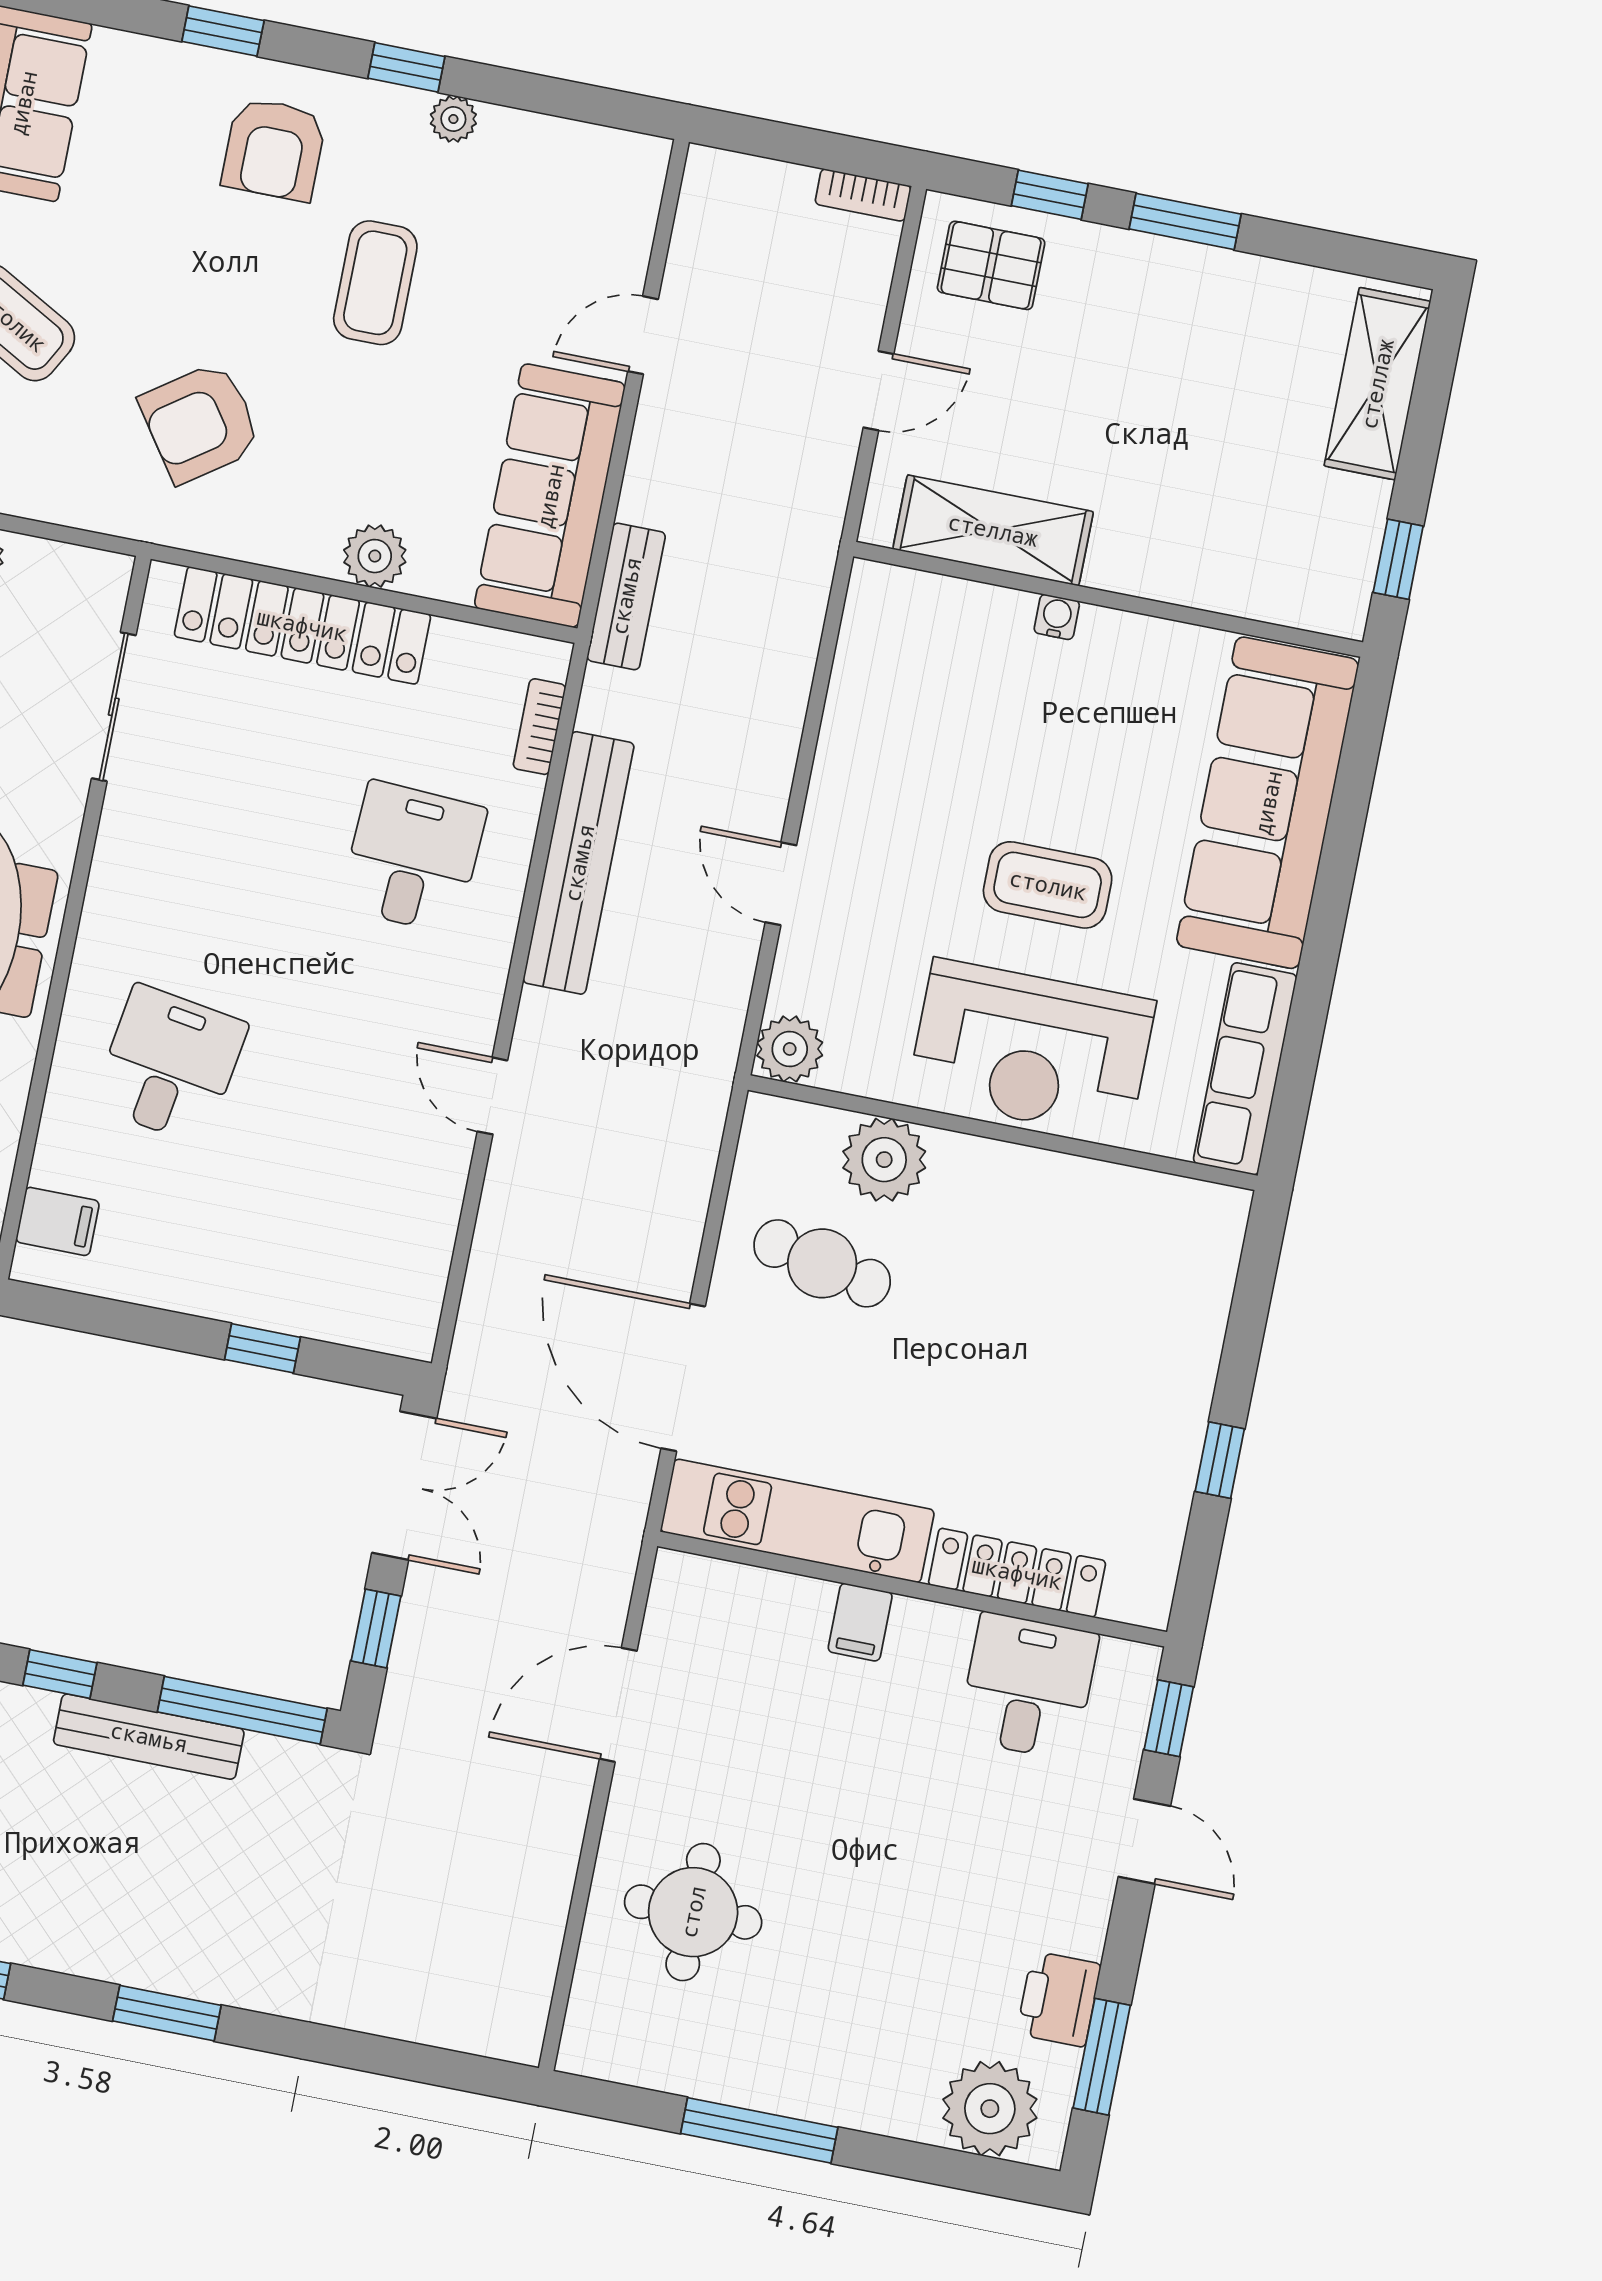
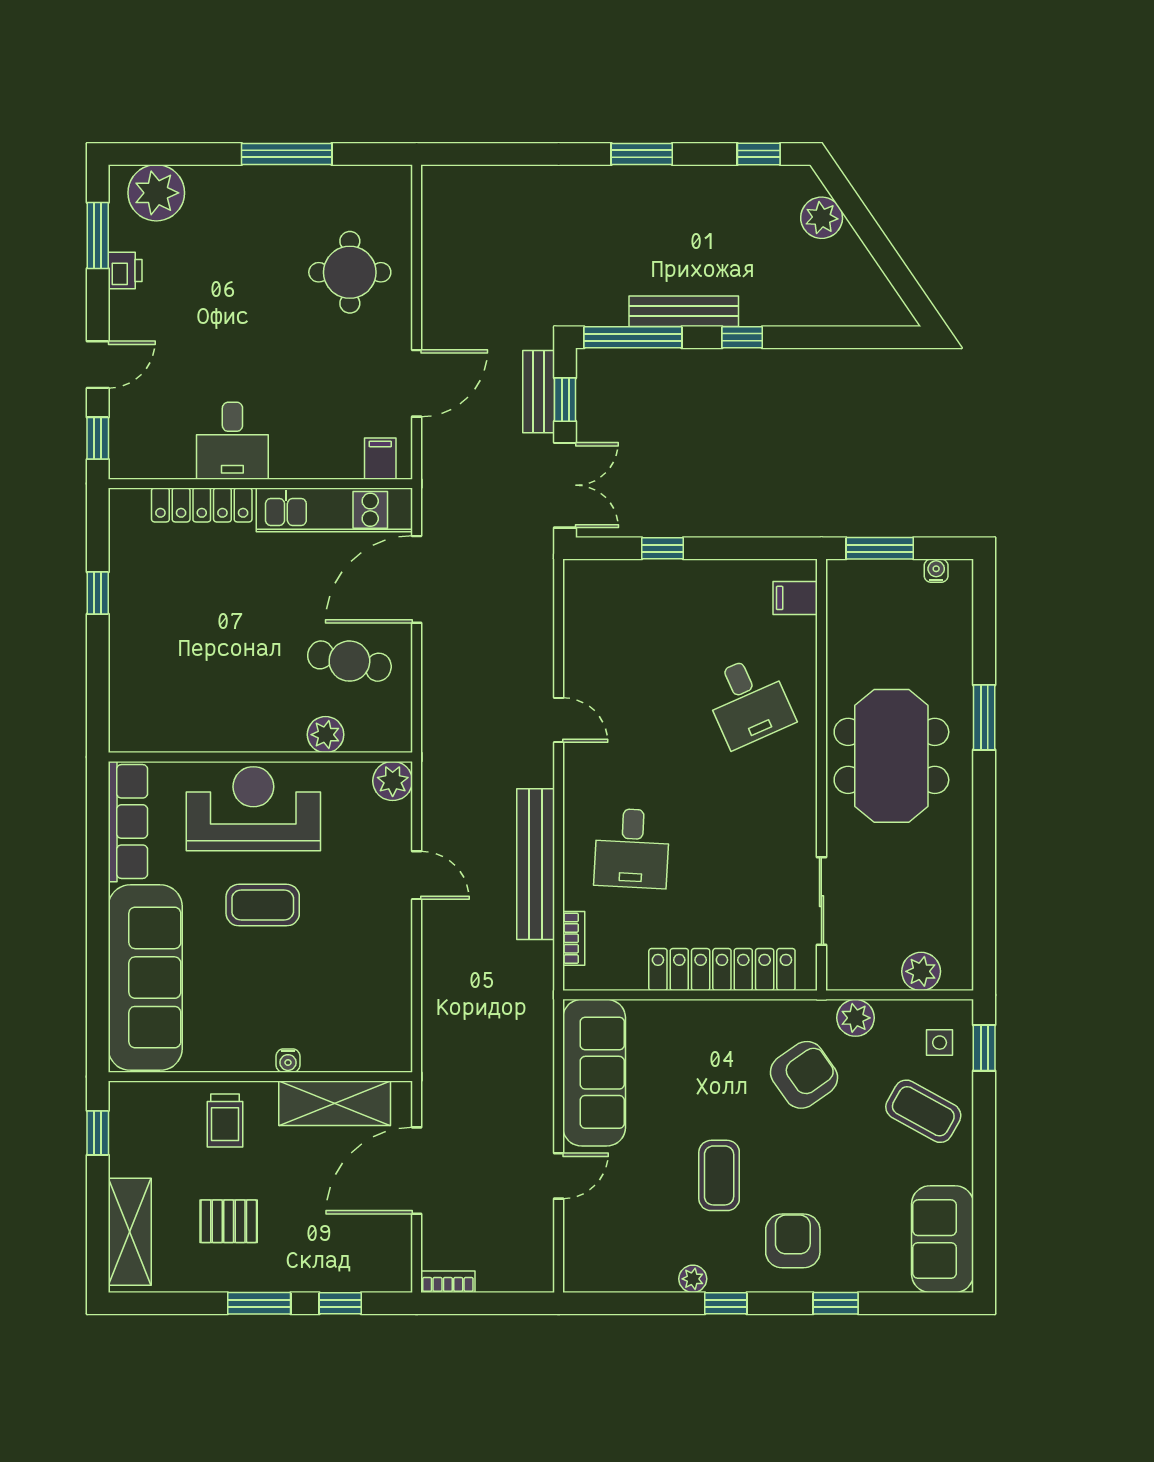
pallet: (991, 265) -> (229, 1221), moved
door: (878, 391) -> (417, 1171), width x1.88
trolley: (1182, 538) -> (225, 1120), added
plant: (375, 556) -> (855, 1018), moved
bench: (626, 596) -> (539, 392), moved
desk: (170, 1065) -> (748, 701), turned -33
plant: (884, 1160) -> (326, 735), width x0.73, depth x0.73
door: (683, 1377) -> (417, 579), swing flipped
double door: (404, 1486) -> (565, 485), swing flipped
filing cabinet: (860, 1622) -> (380, 459), moved
desk: (1028, 1686) -> (232, 441), moved
door: (1144, 1841) -> (98, 365), swing flipped
printer: (1059, 1999) -> (125, 271), width x0.73, depth x0.81

